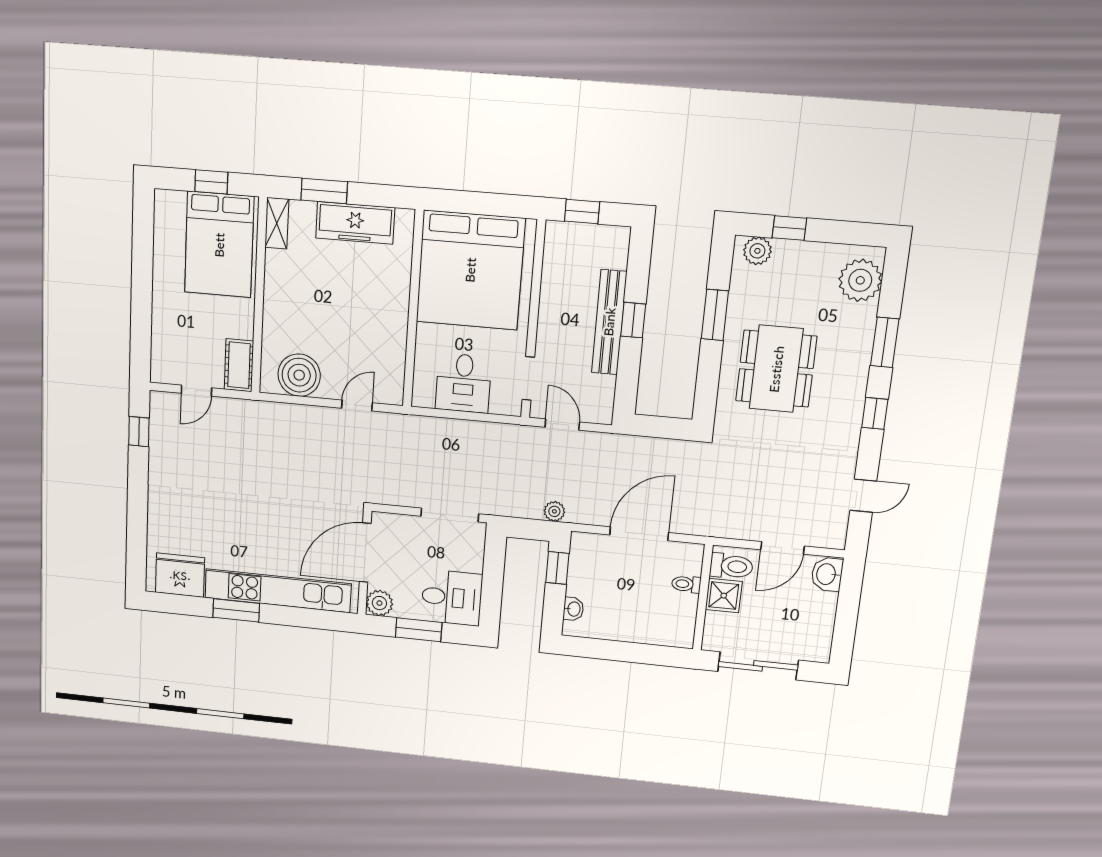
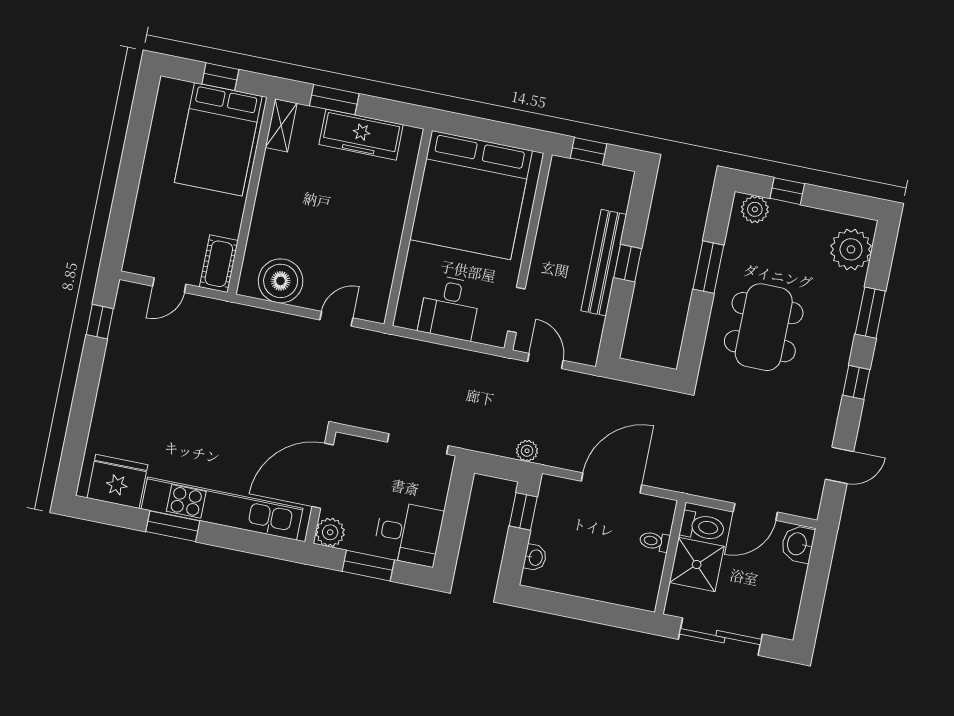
shower: (724, 596) -> (697, 564), width x1.36, depth x1.36

